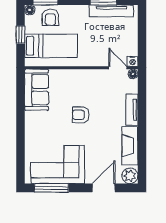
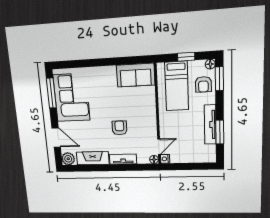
tv unit: (111, 11) -> (210, 125), moved
armchair: (50, 17) -> (203, 84), turned -90
armchair: (81, 115) -> (119, 128), moved

